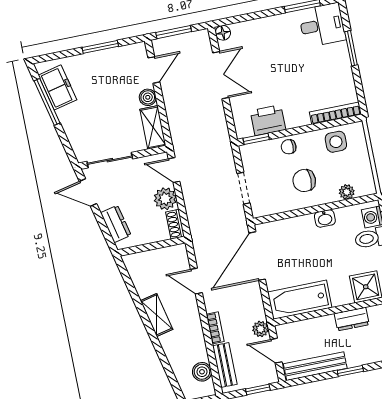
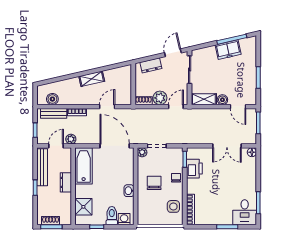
freezer: (58, 87) -> (228, 50), moved
plant: (347, 192) -> (142, 152), moved
dresser: (352, 319) -> (66, 182), moved

